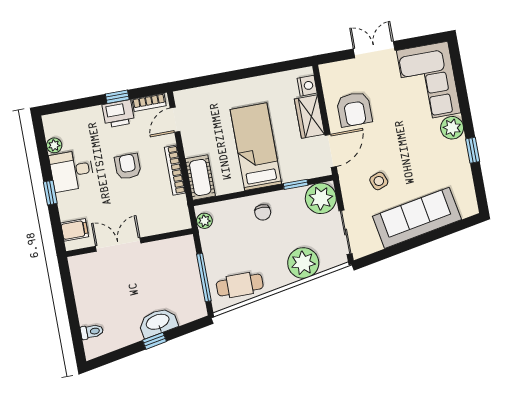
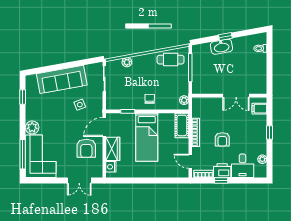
double door: (374, 50) -> (79, 181), moved
window: (460, 80) -> (23, 154), added
armchair: (354, 109) -> (86, 148), turned 180
door: (175, 120) -> (190, 161), swing flipped
window: (473, 150) -> (23, 97), moved
desk: (72, 171) -> (243, 166), moved, turned 90
plant: (321, 198) -> (115, 101), removed
plant: (303, 263) -> (127, 62), width x0.53, depth x0.53

